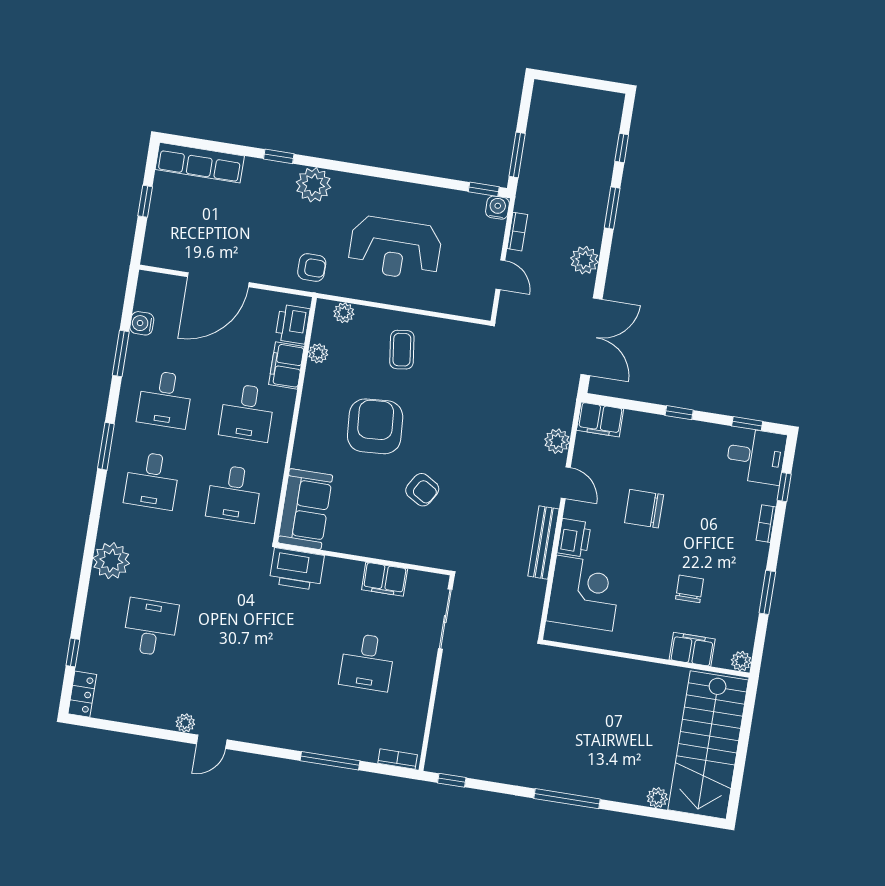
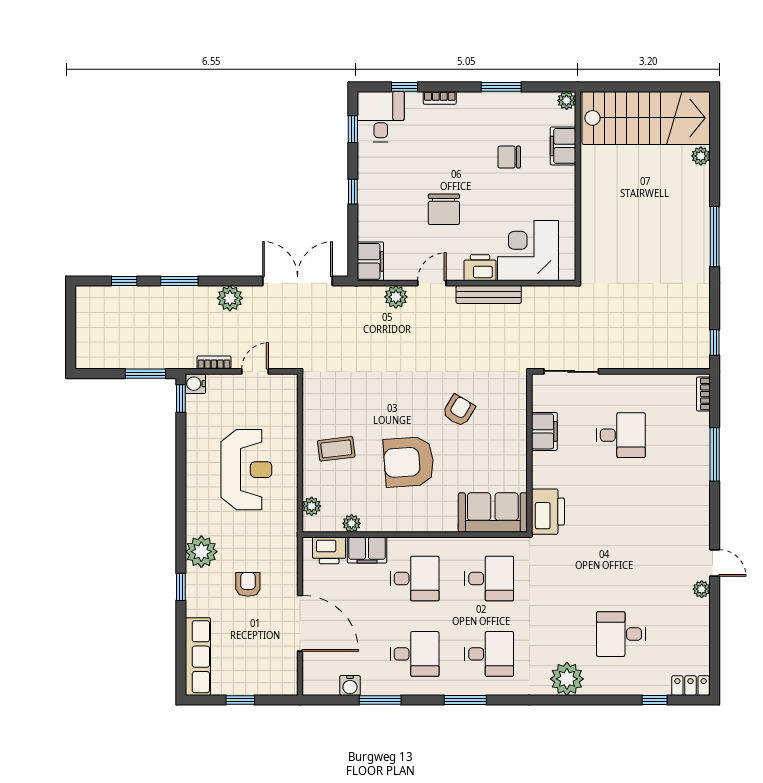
armchair: (312, 267) -> (248, 584), moved

